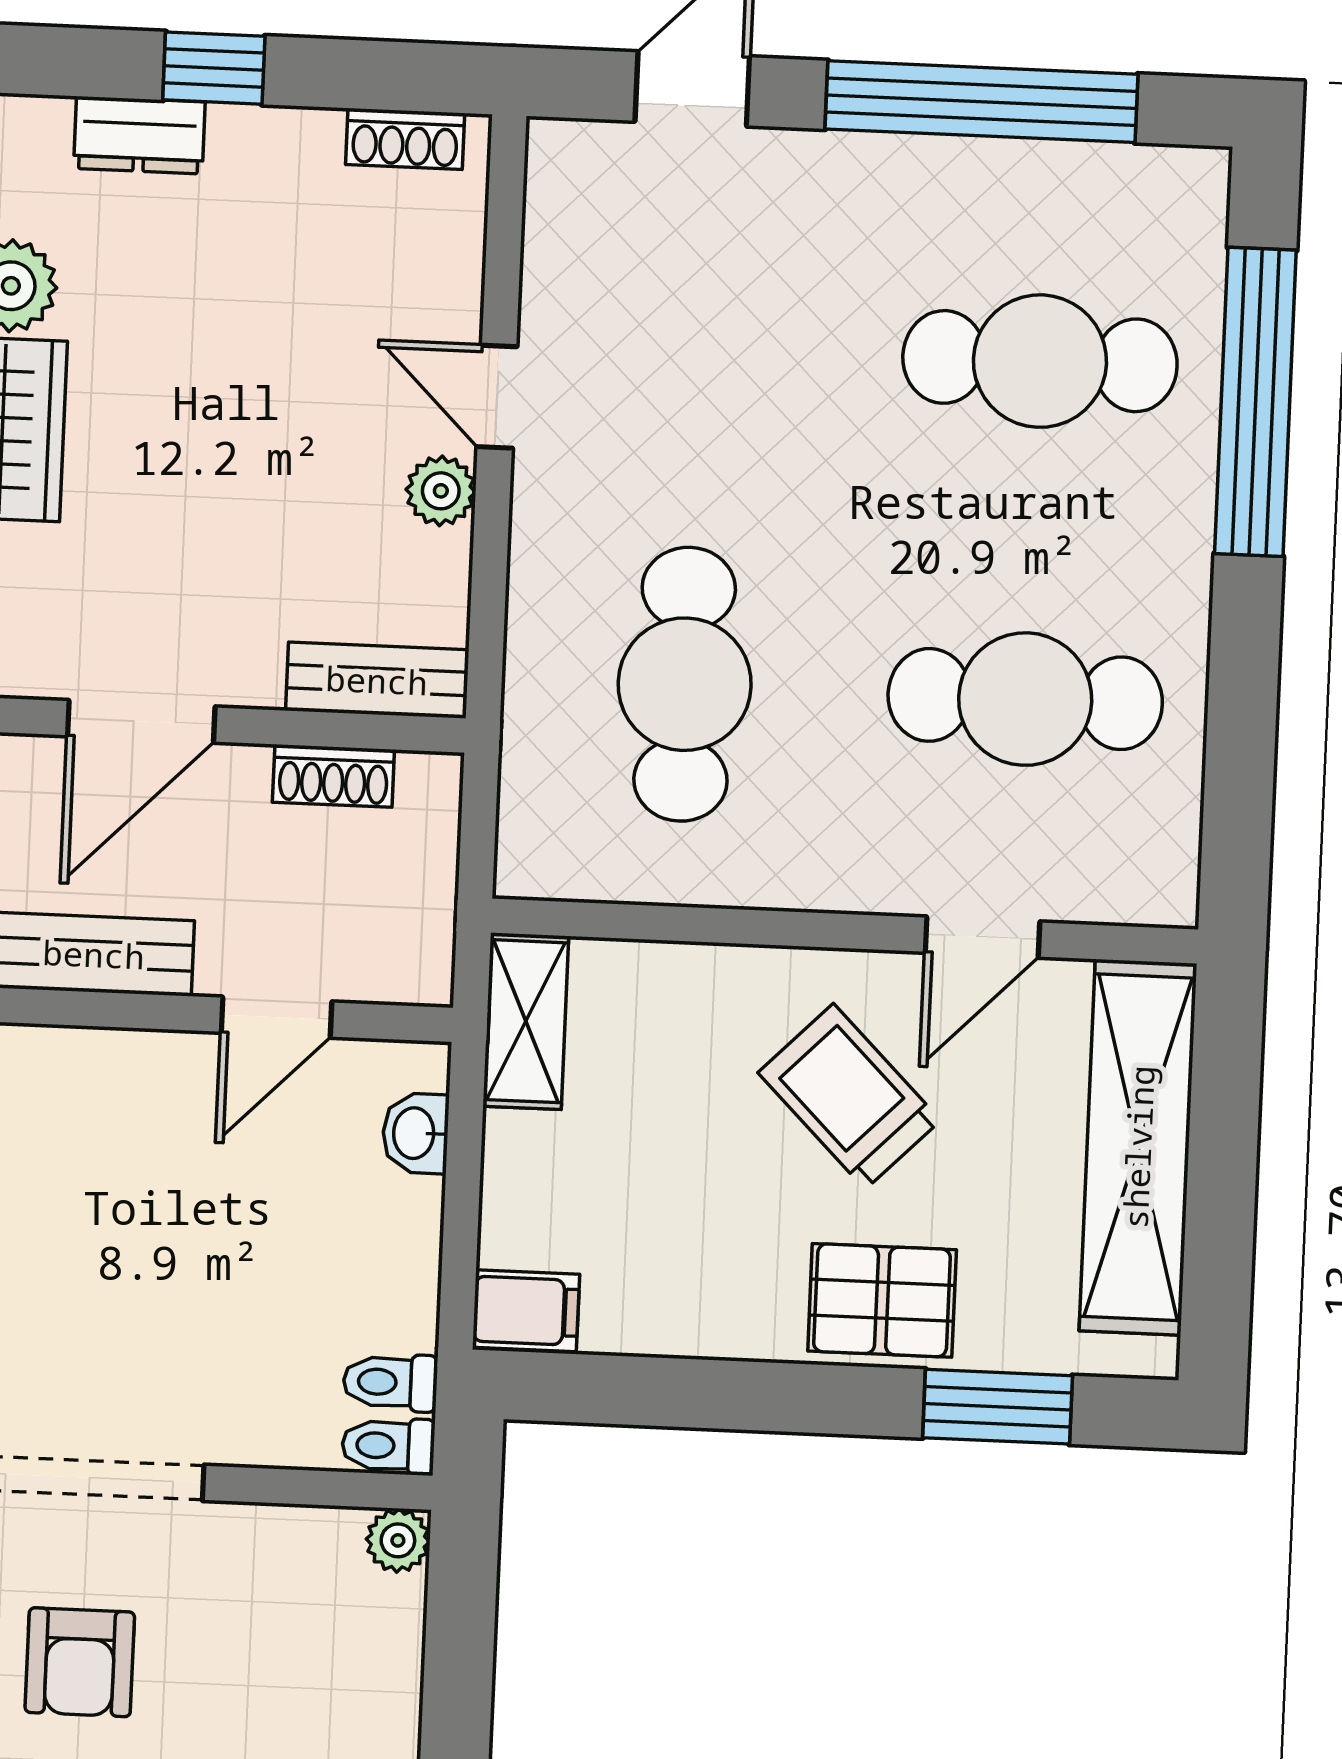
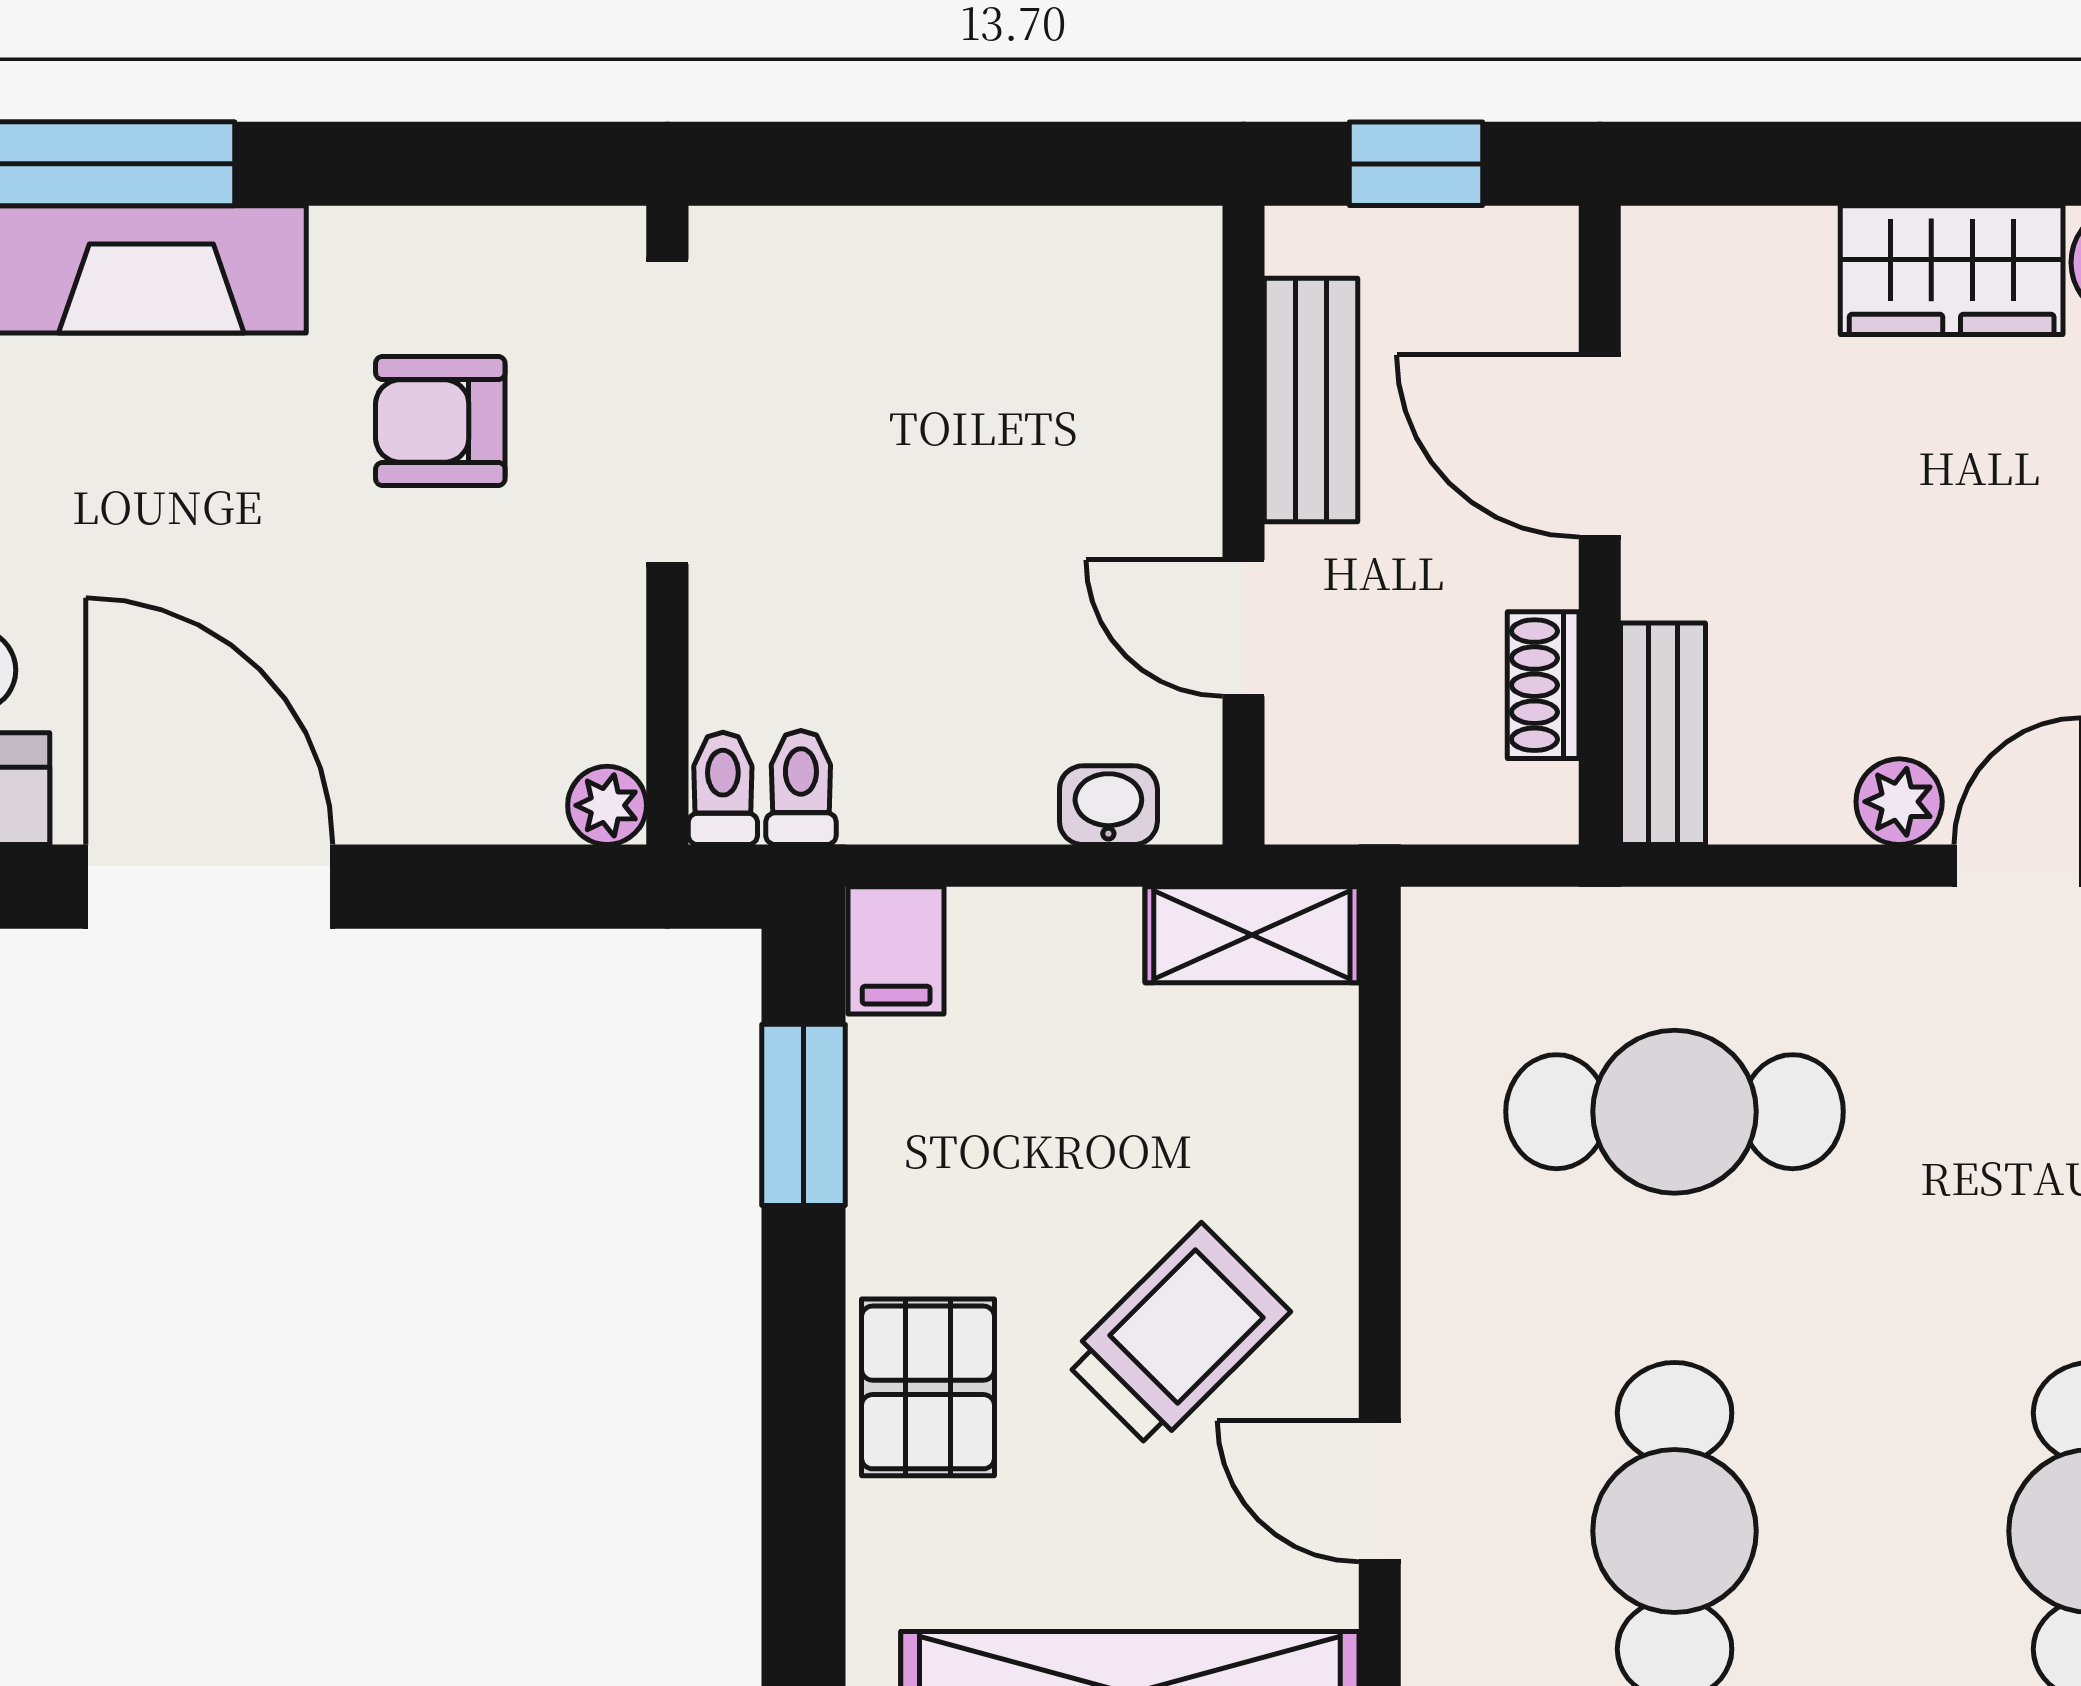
window: (998, 1407) -> (804, 1115), moved

